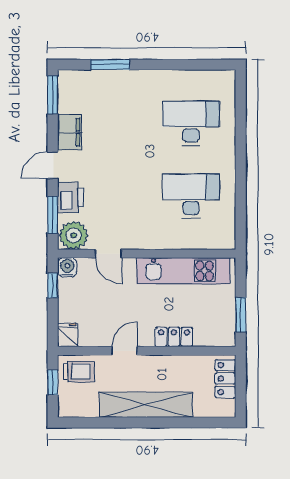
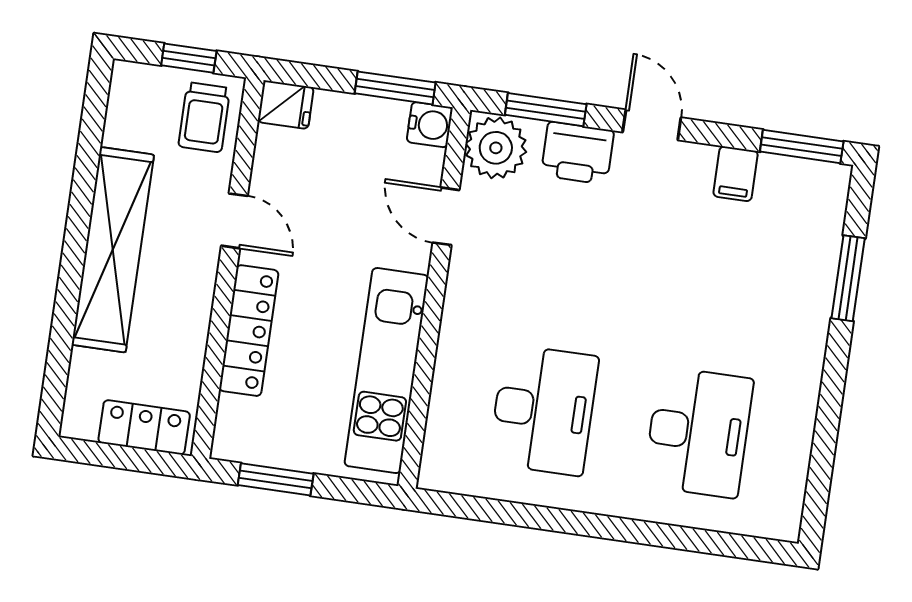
filing cabinet: (70, 132) -> (736, 174), width x0.50
door: (108, 254) -> (446, 216), hinge flipped
window: (53, 286) -> (395, 88), width x1.50
locker: (174, 337) -> (249, 331), width x1.53

